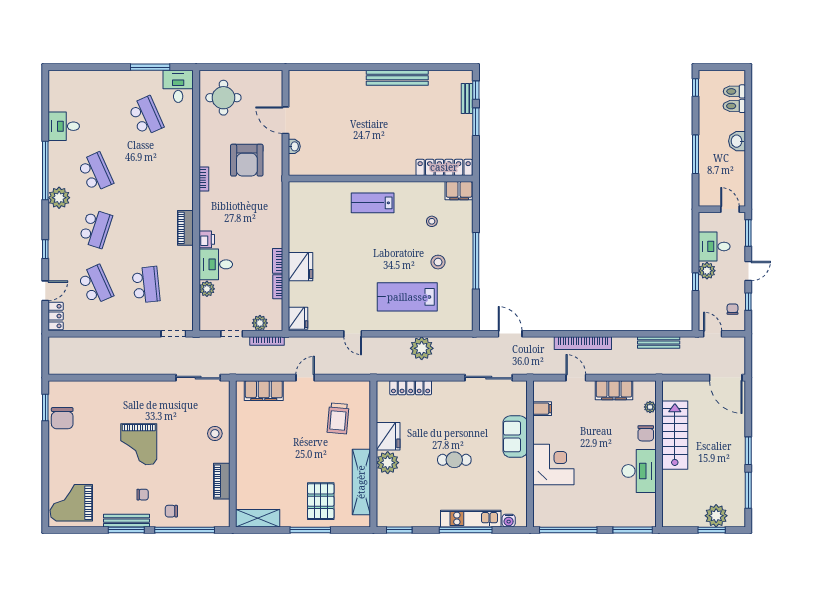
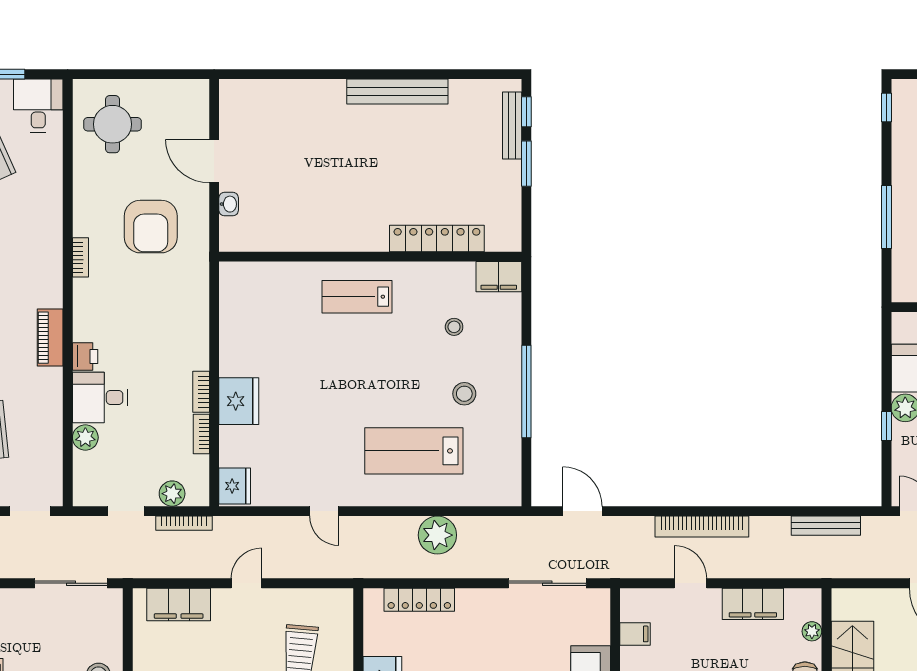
bench: (467, 99) -> (512, 126), width x1.36
locker: (444, 167) -> (437, 238), moved

